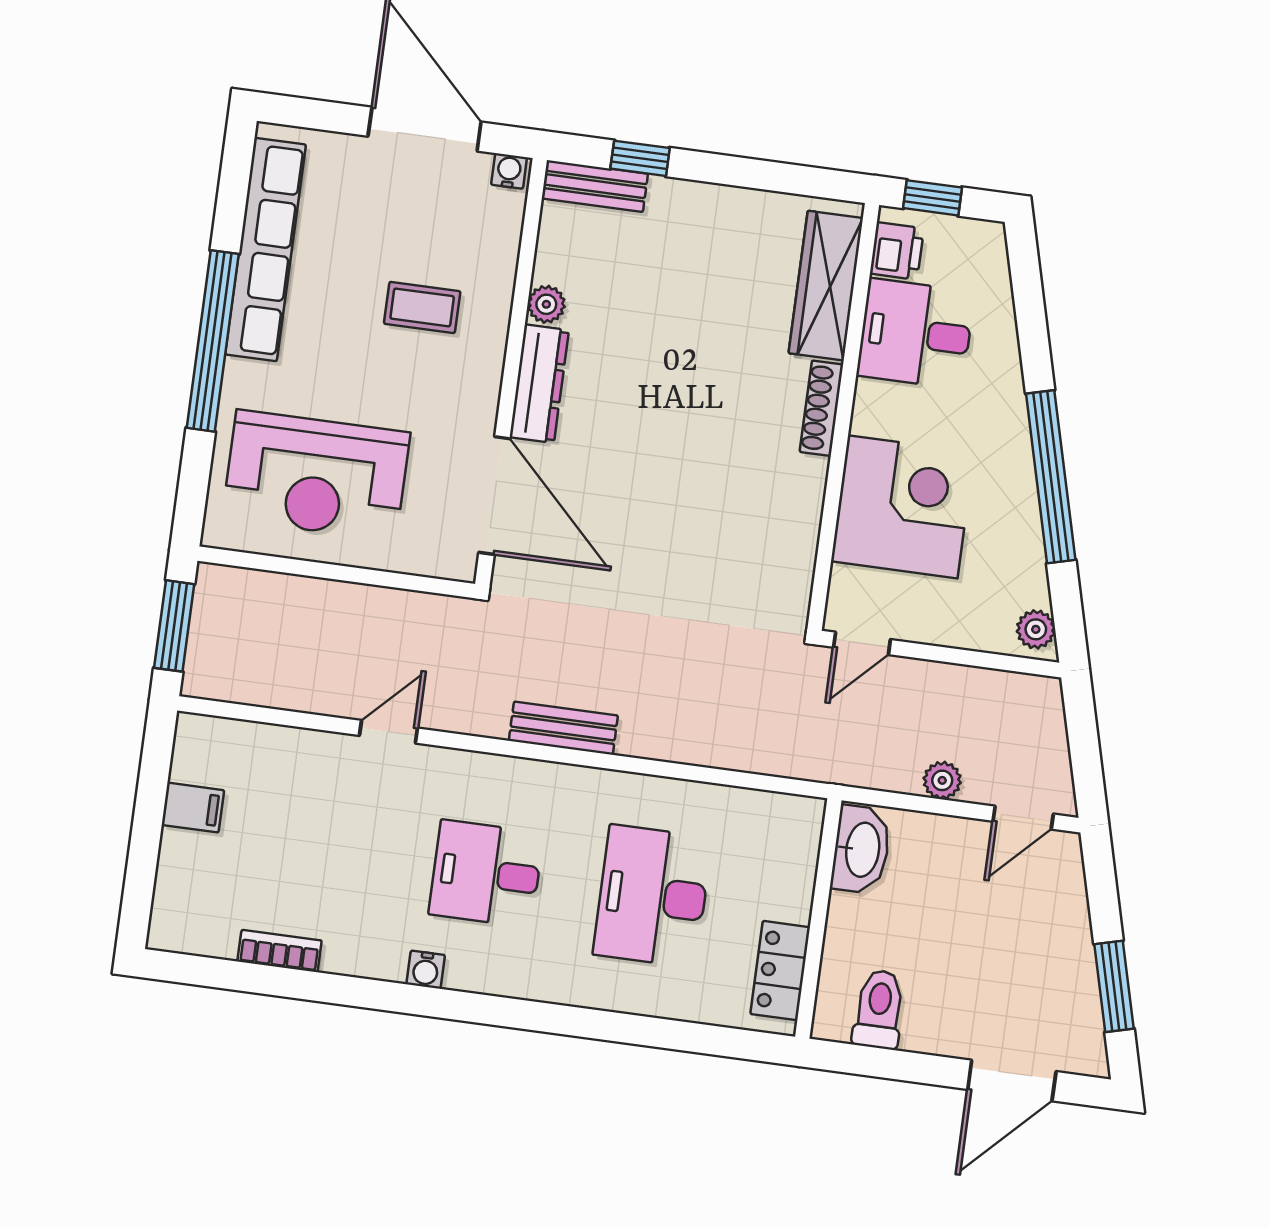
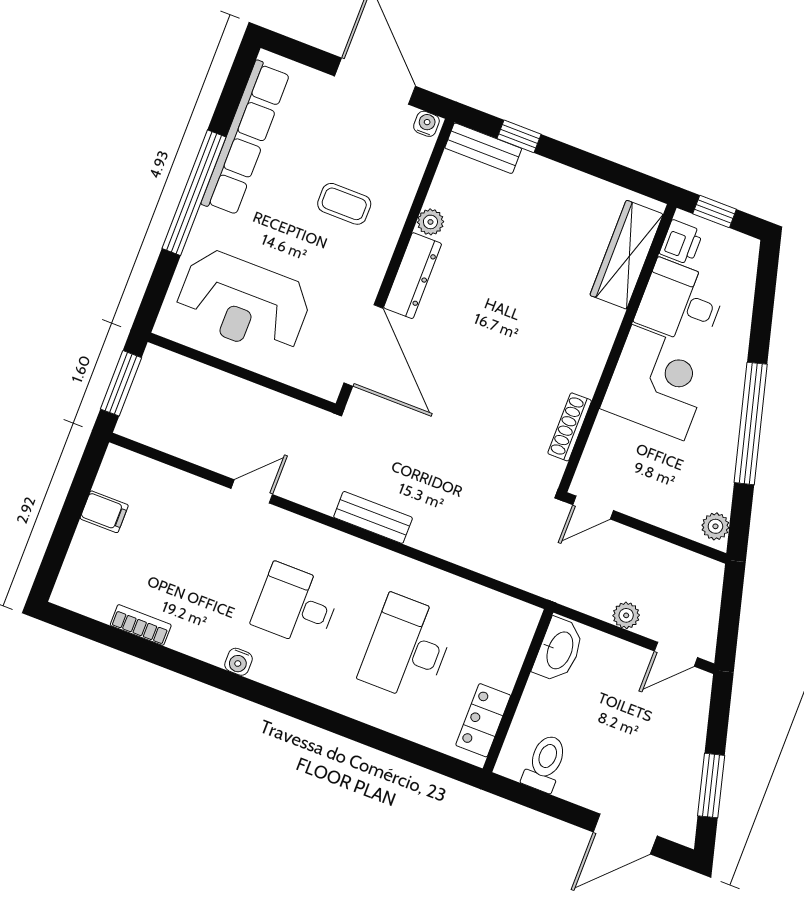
shoe rack: (821, 408) -> (570, 427), moved
corner desk: (903, 507) -> (658, 383), moved

